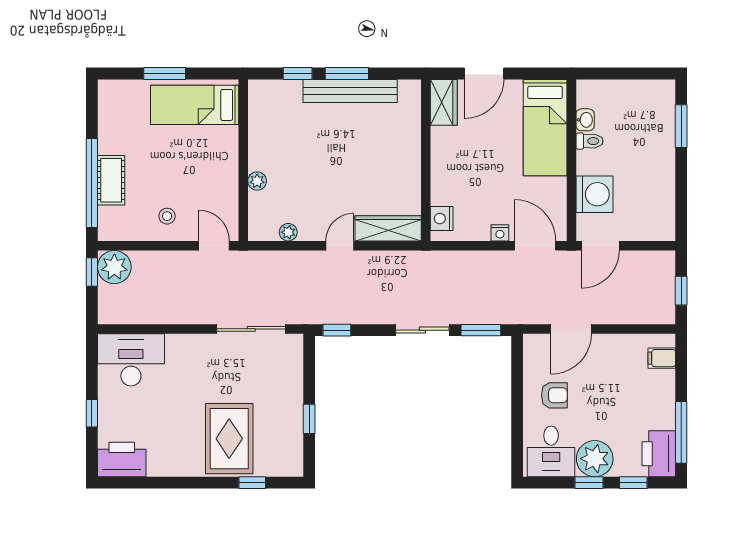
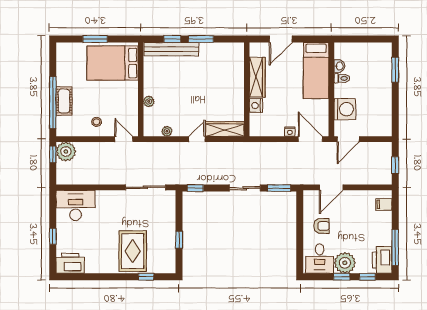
bench: (350, 91) -> (171, 49), moved
wardrobe: (444, 102) -> (257, 77), moved, width x1.50
bed: (195, 105) -> (113, 63), width x1.50
nightstand: (442, 219) -> (256, 106), moved

